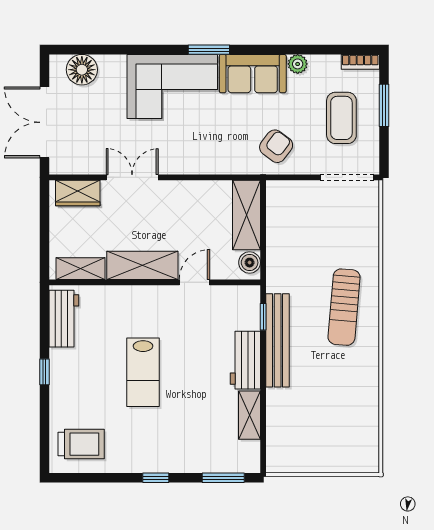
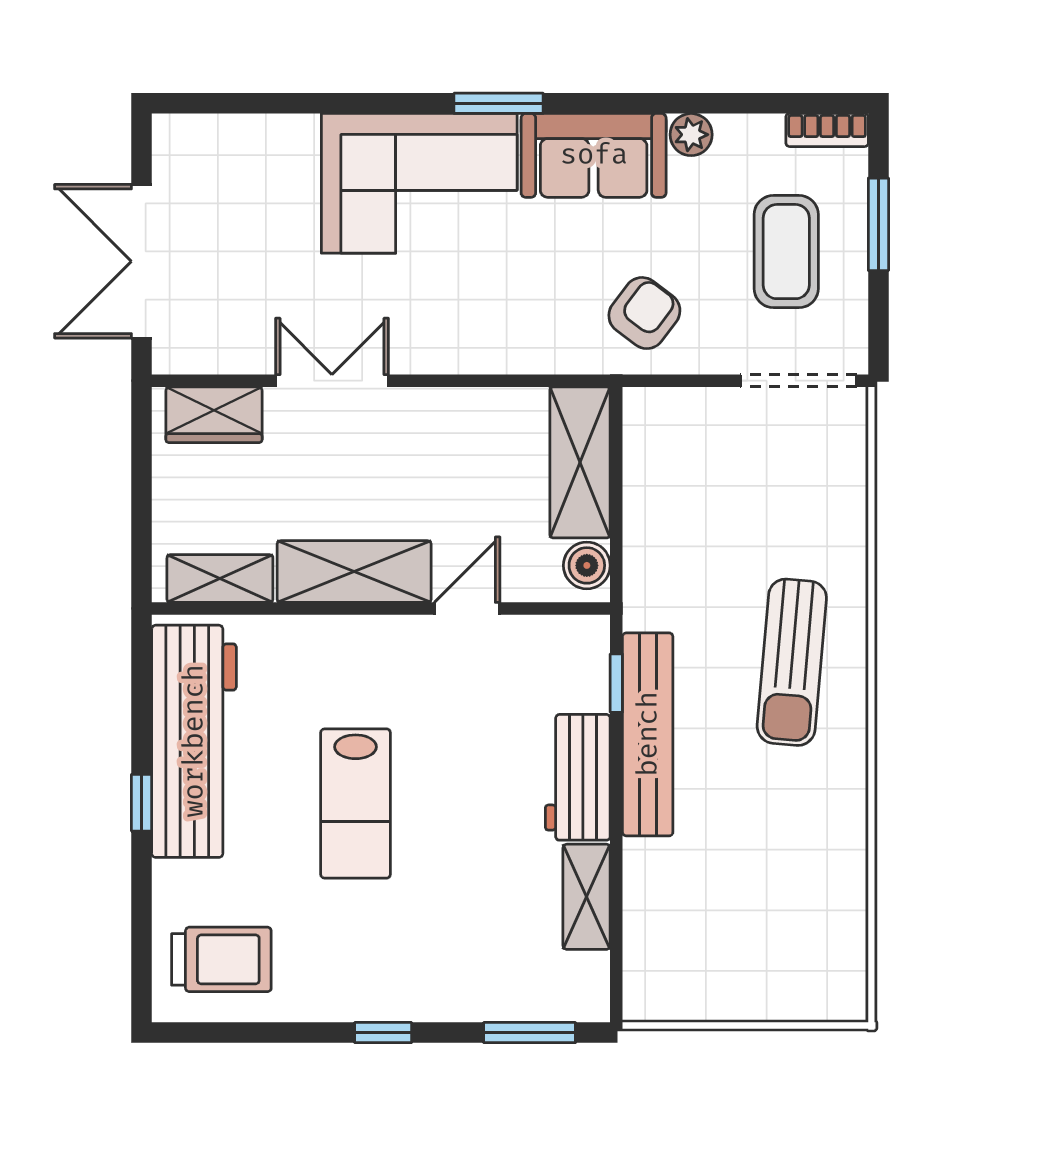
floor lamp: (82, 70) -> (223, 147), removed
workbench: (64, 319) -> (194, 741), width x1.88, depth x1.32

